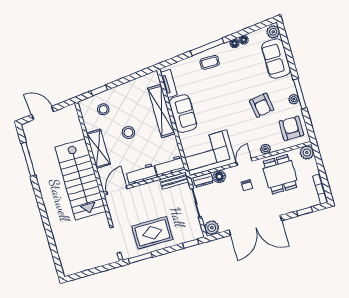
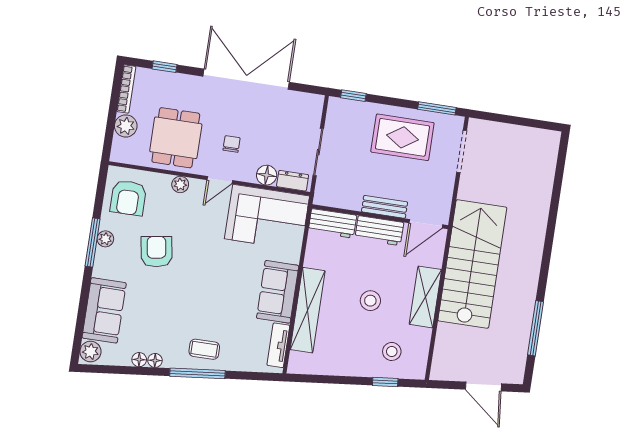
plant: (307, 153) -> (126, 126), moved
bench: (174, 181) -> (385, 207), moved
plant: (212, 228) -> (312, 105), removed

